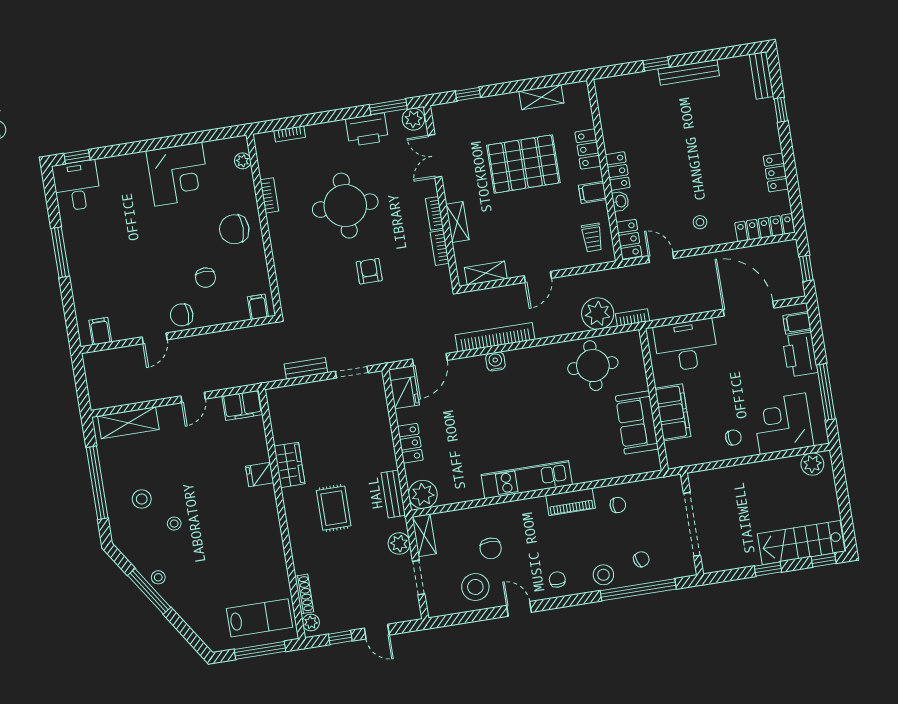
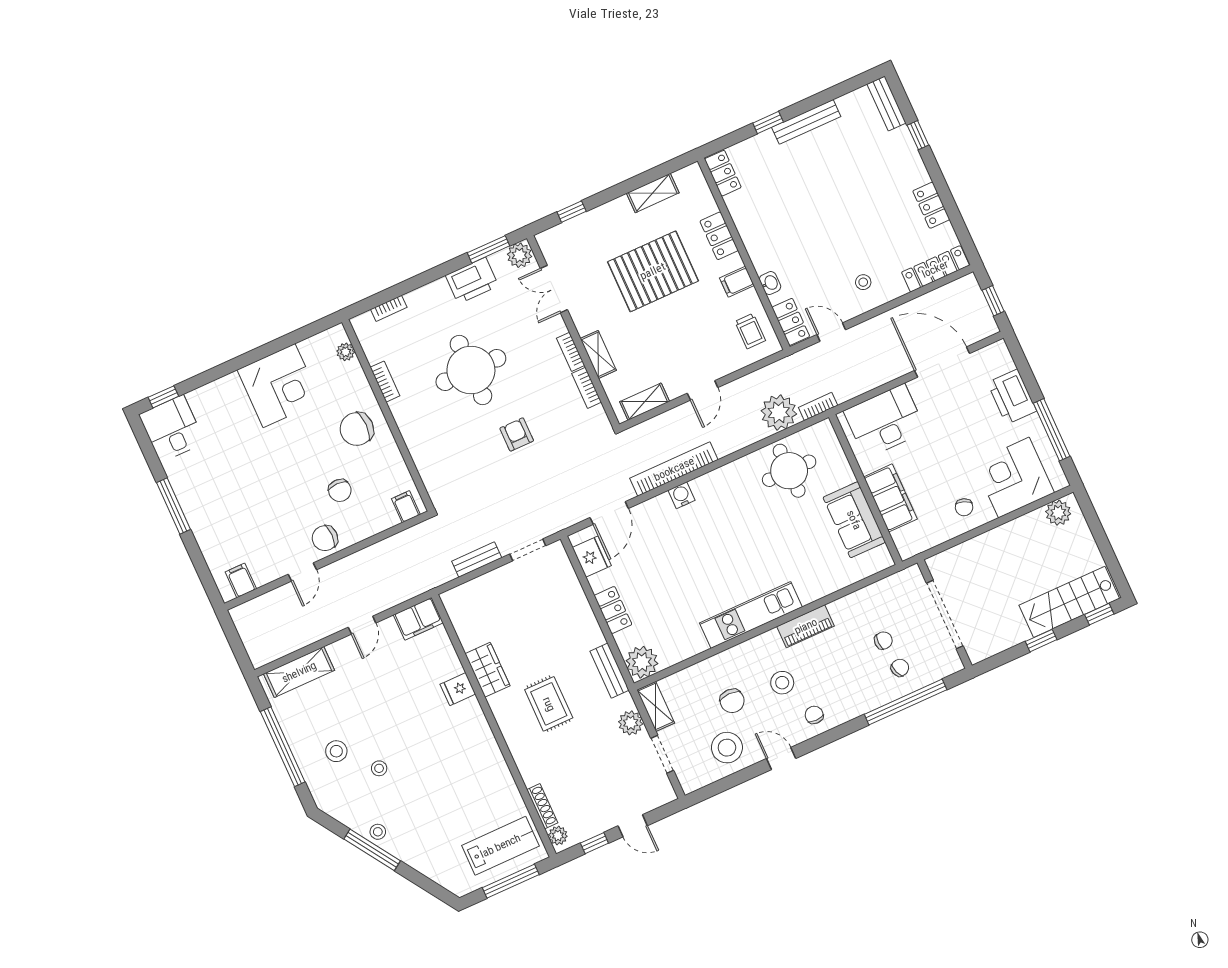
locker: (618, 171) -> (723, 173), moved
filing cabinet: (797, 323) -> (999, 363), removed
chair: (733, 437) -> (964, 507), turned 117
chair: (618, 505) -> (883, 640), moved
stool: (603, 575) -> (782, 683), moved

